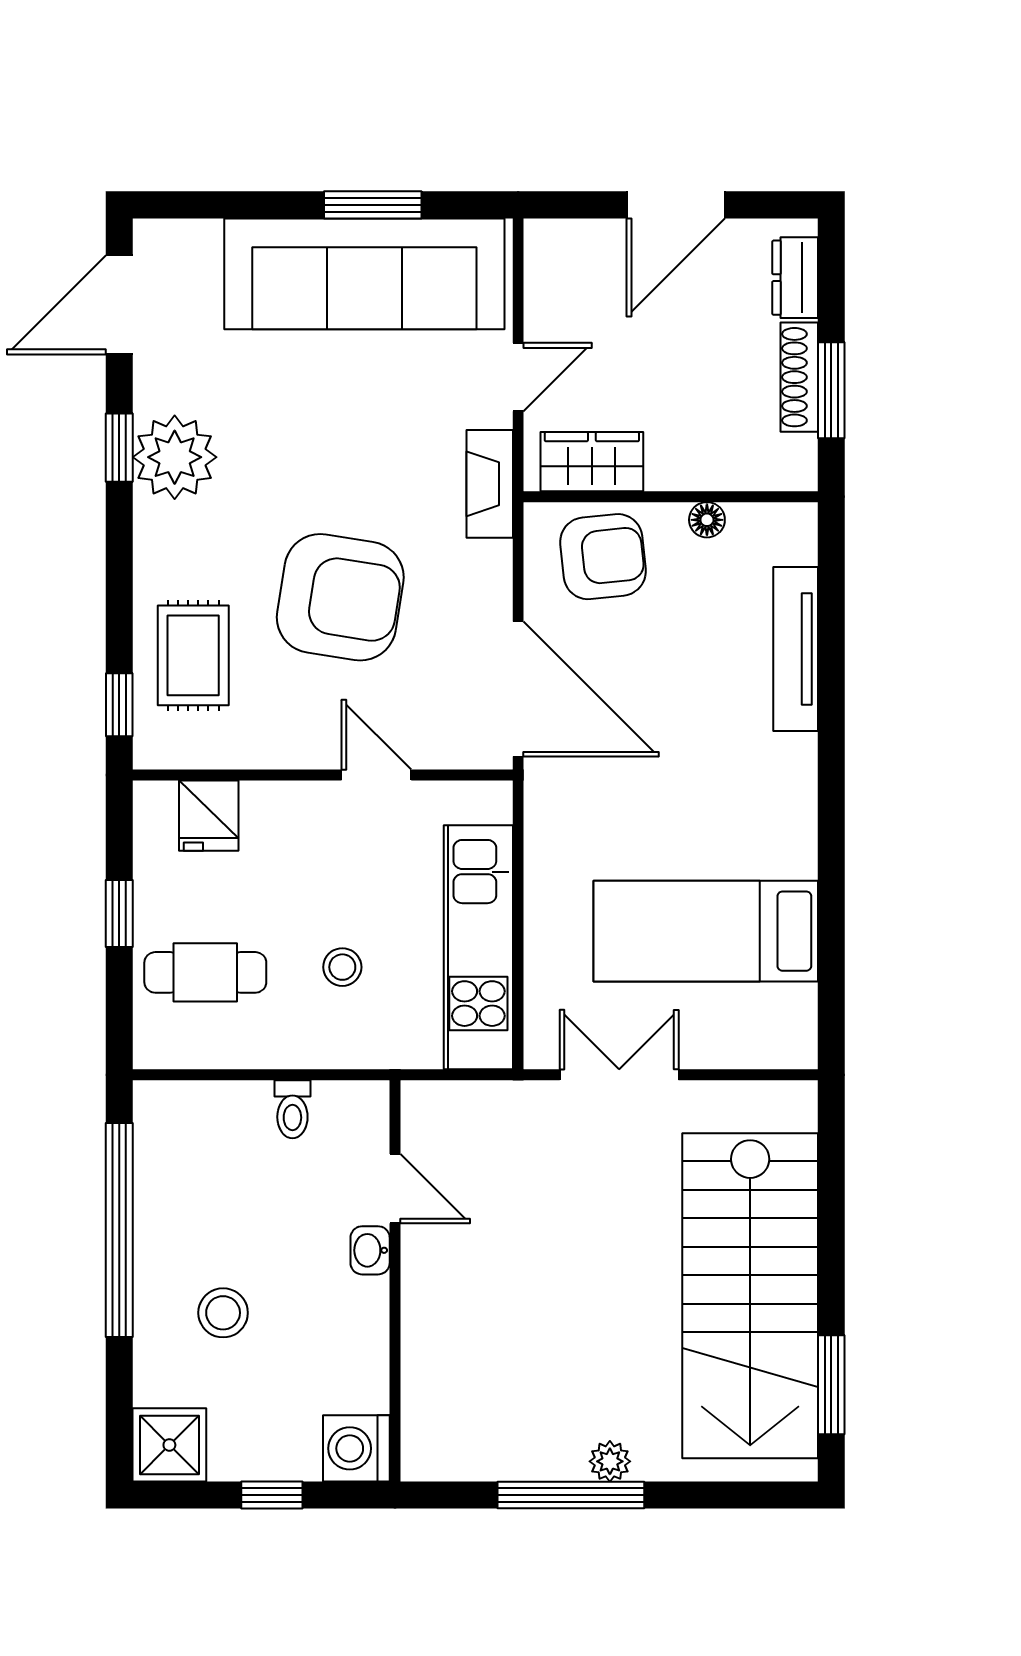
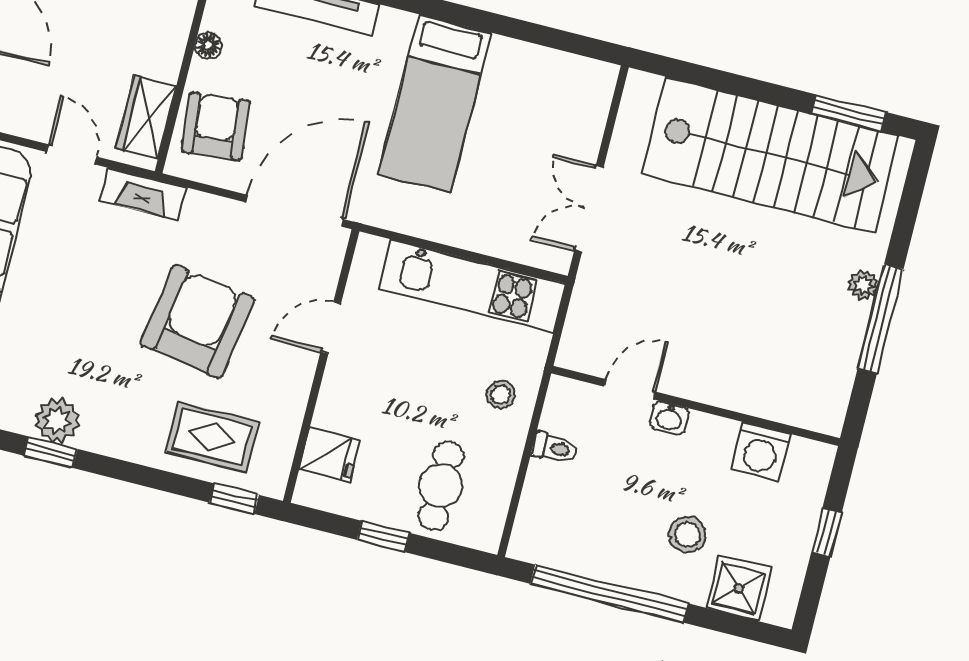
plant: (175, 457) -> (57, 420), width x0.73, depth x0.73
bed: (706, 931) -> (435, 104), moved
stool: (342, 967) -> (501, 395), moved
shower: (169, 1445) -> (739, 588), moved
washing machine: (356, 1448) -> (761, 452), moved

